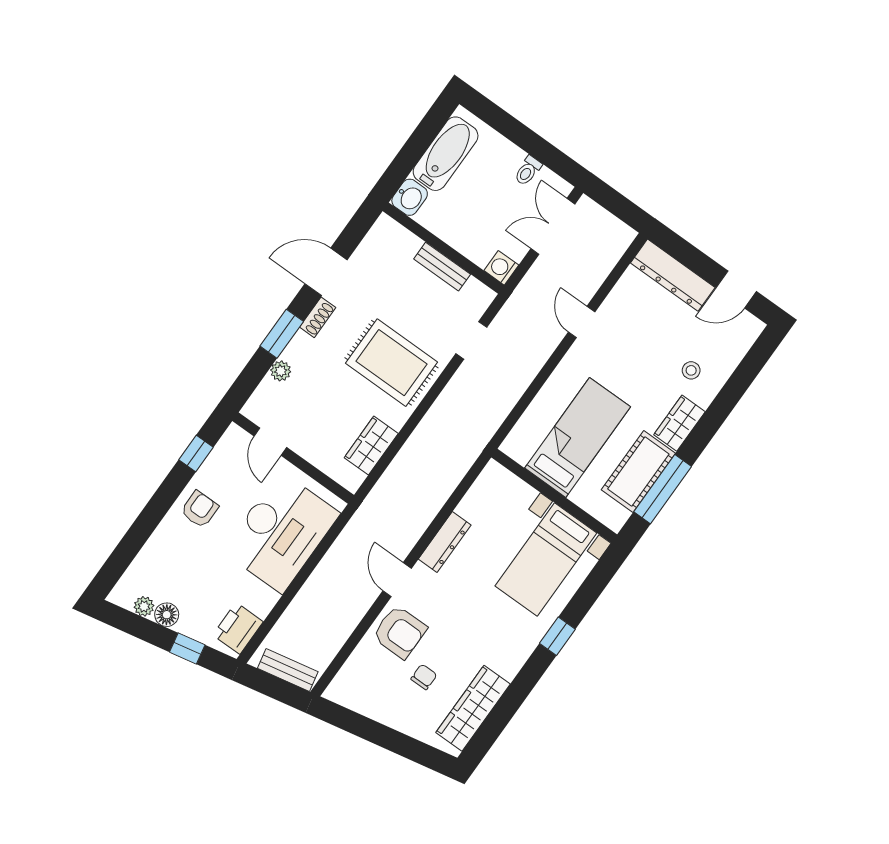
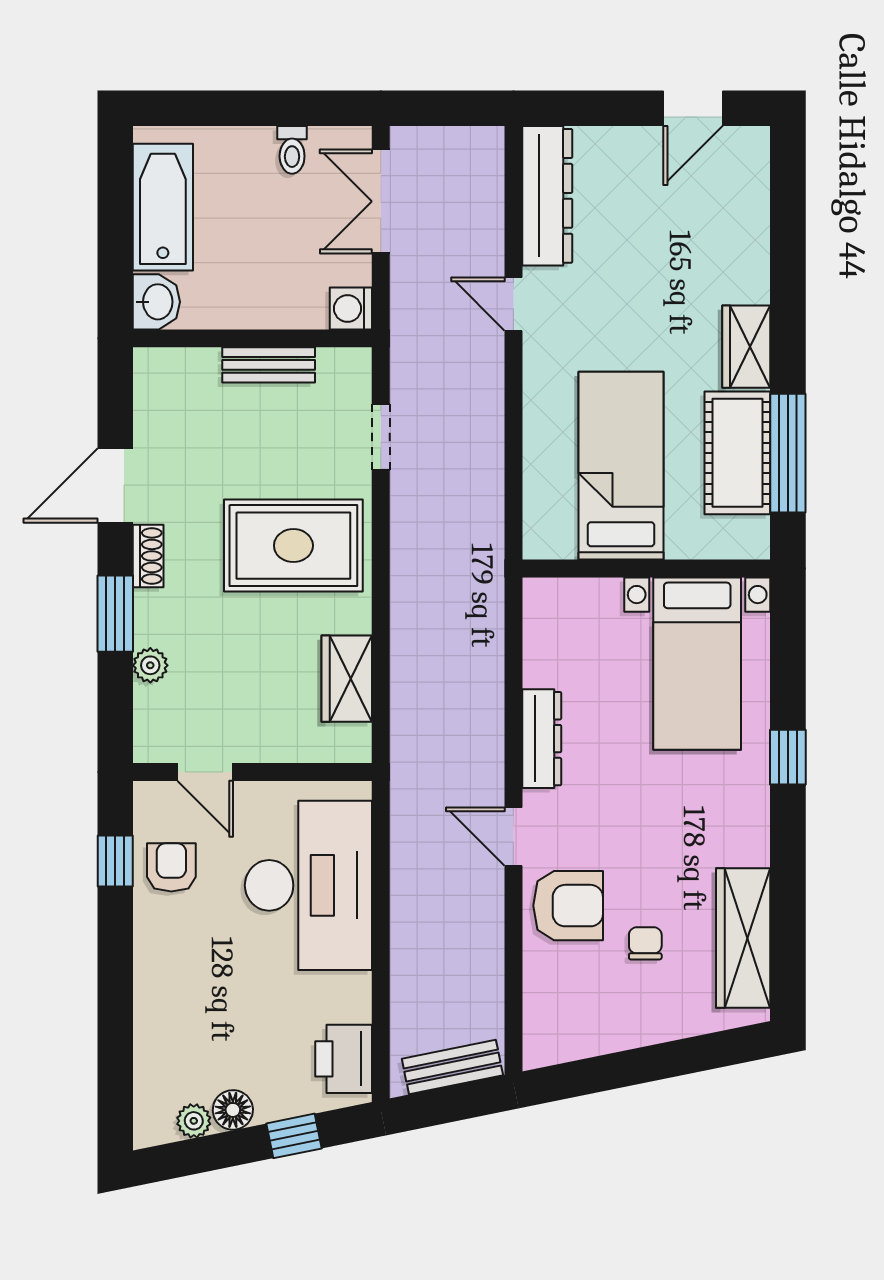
dresser: (673, 275) -> (547, 196), moved, turned -90
stool: (691, 370) -> (711, 263), removed
armchair: (200, 509) -> (171, 867), moved

